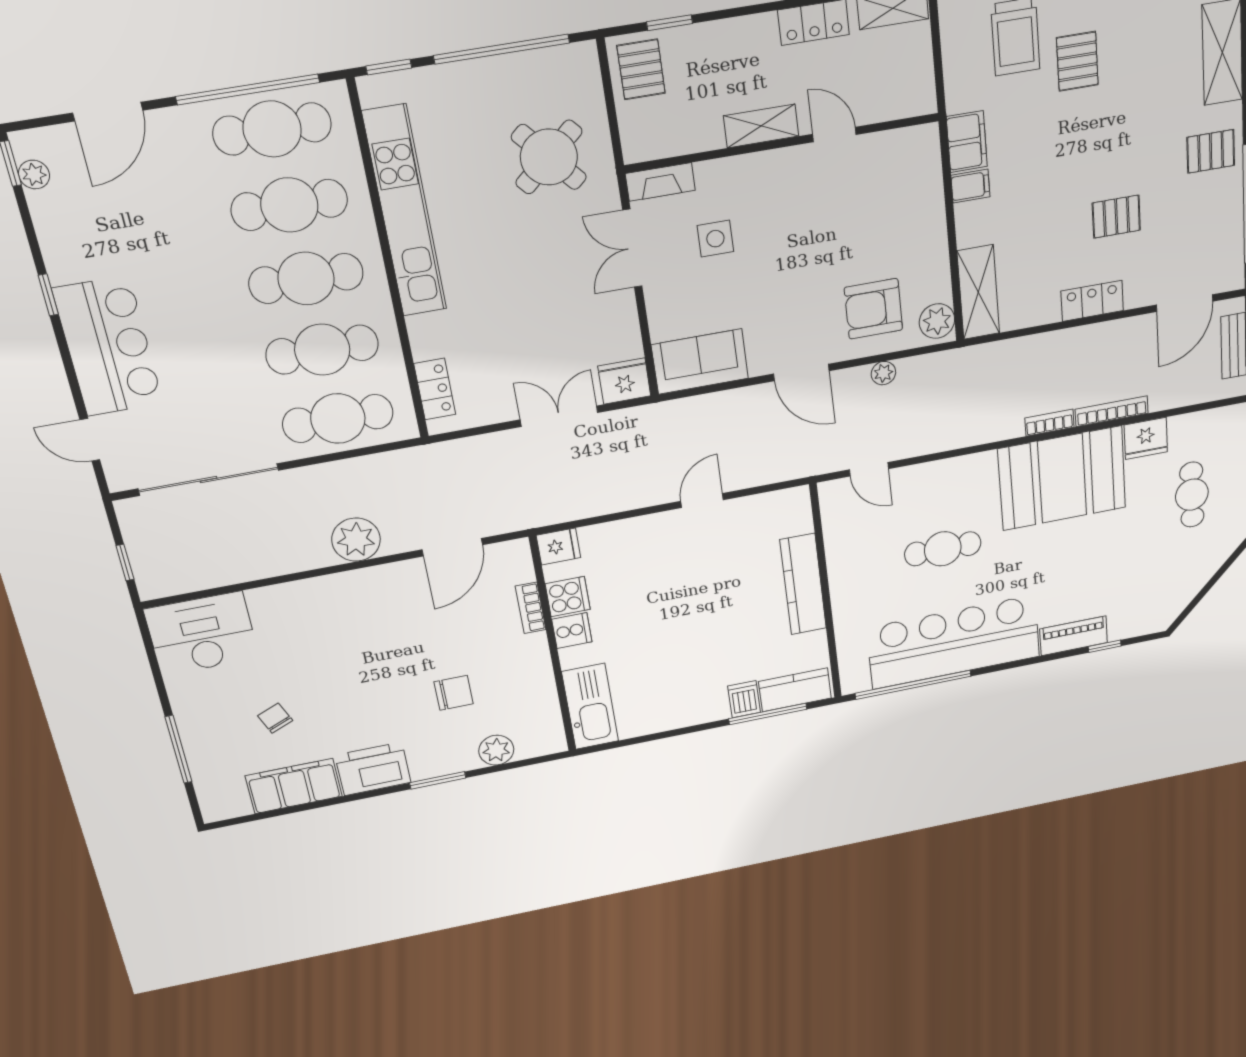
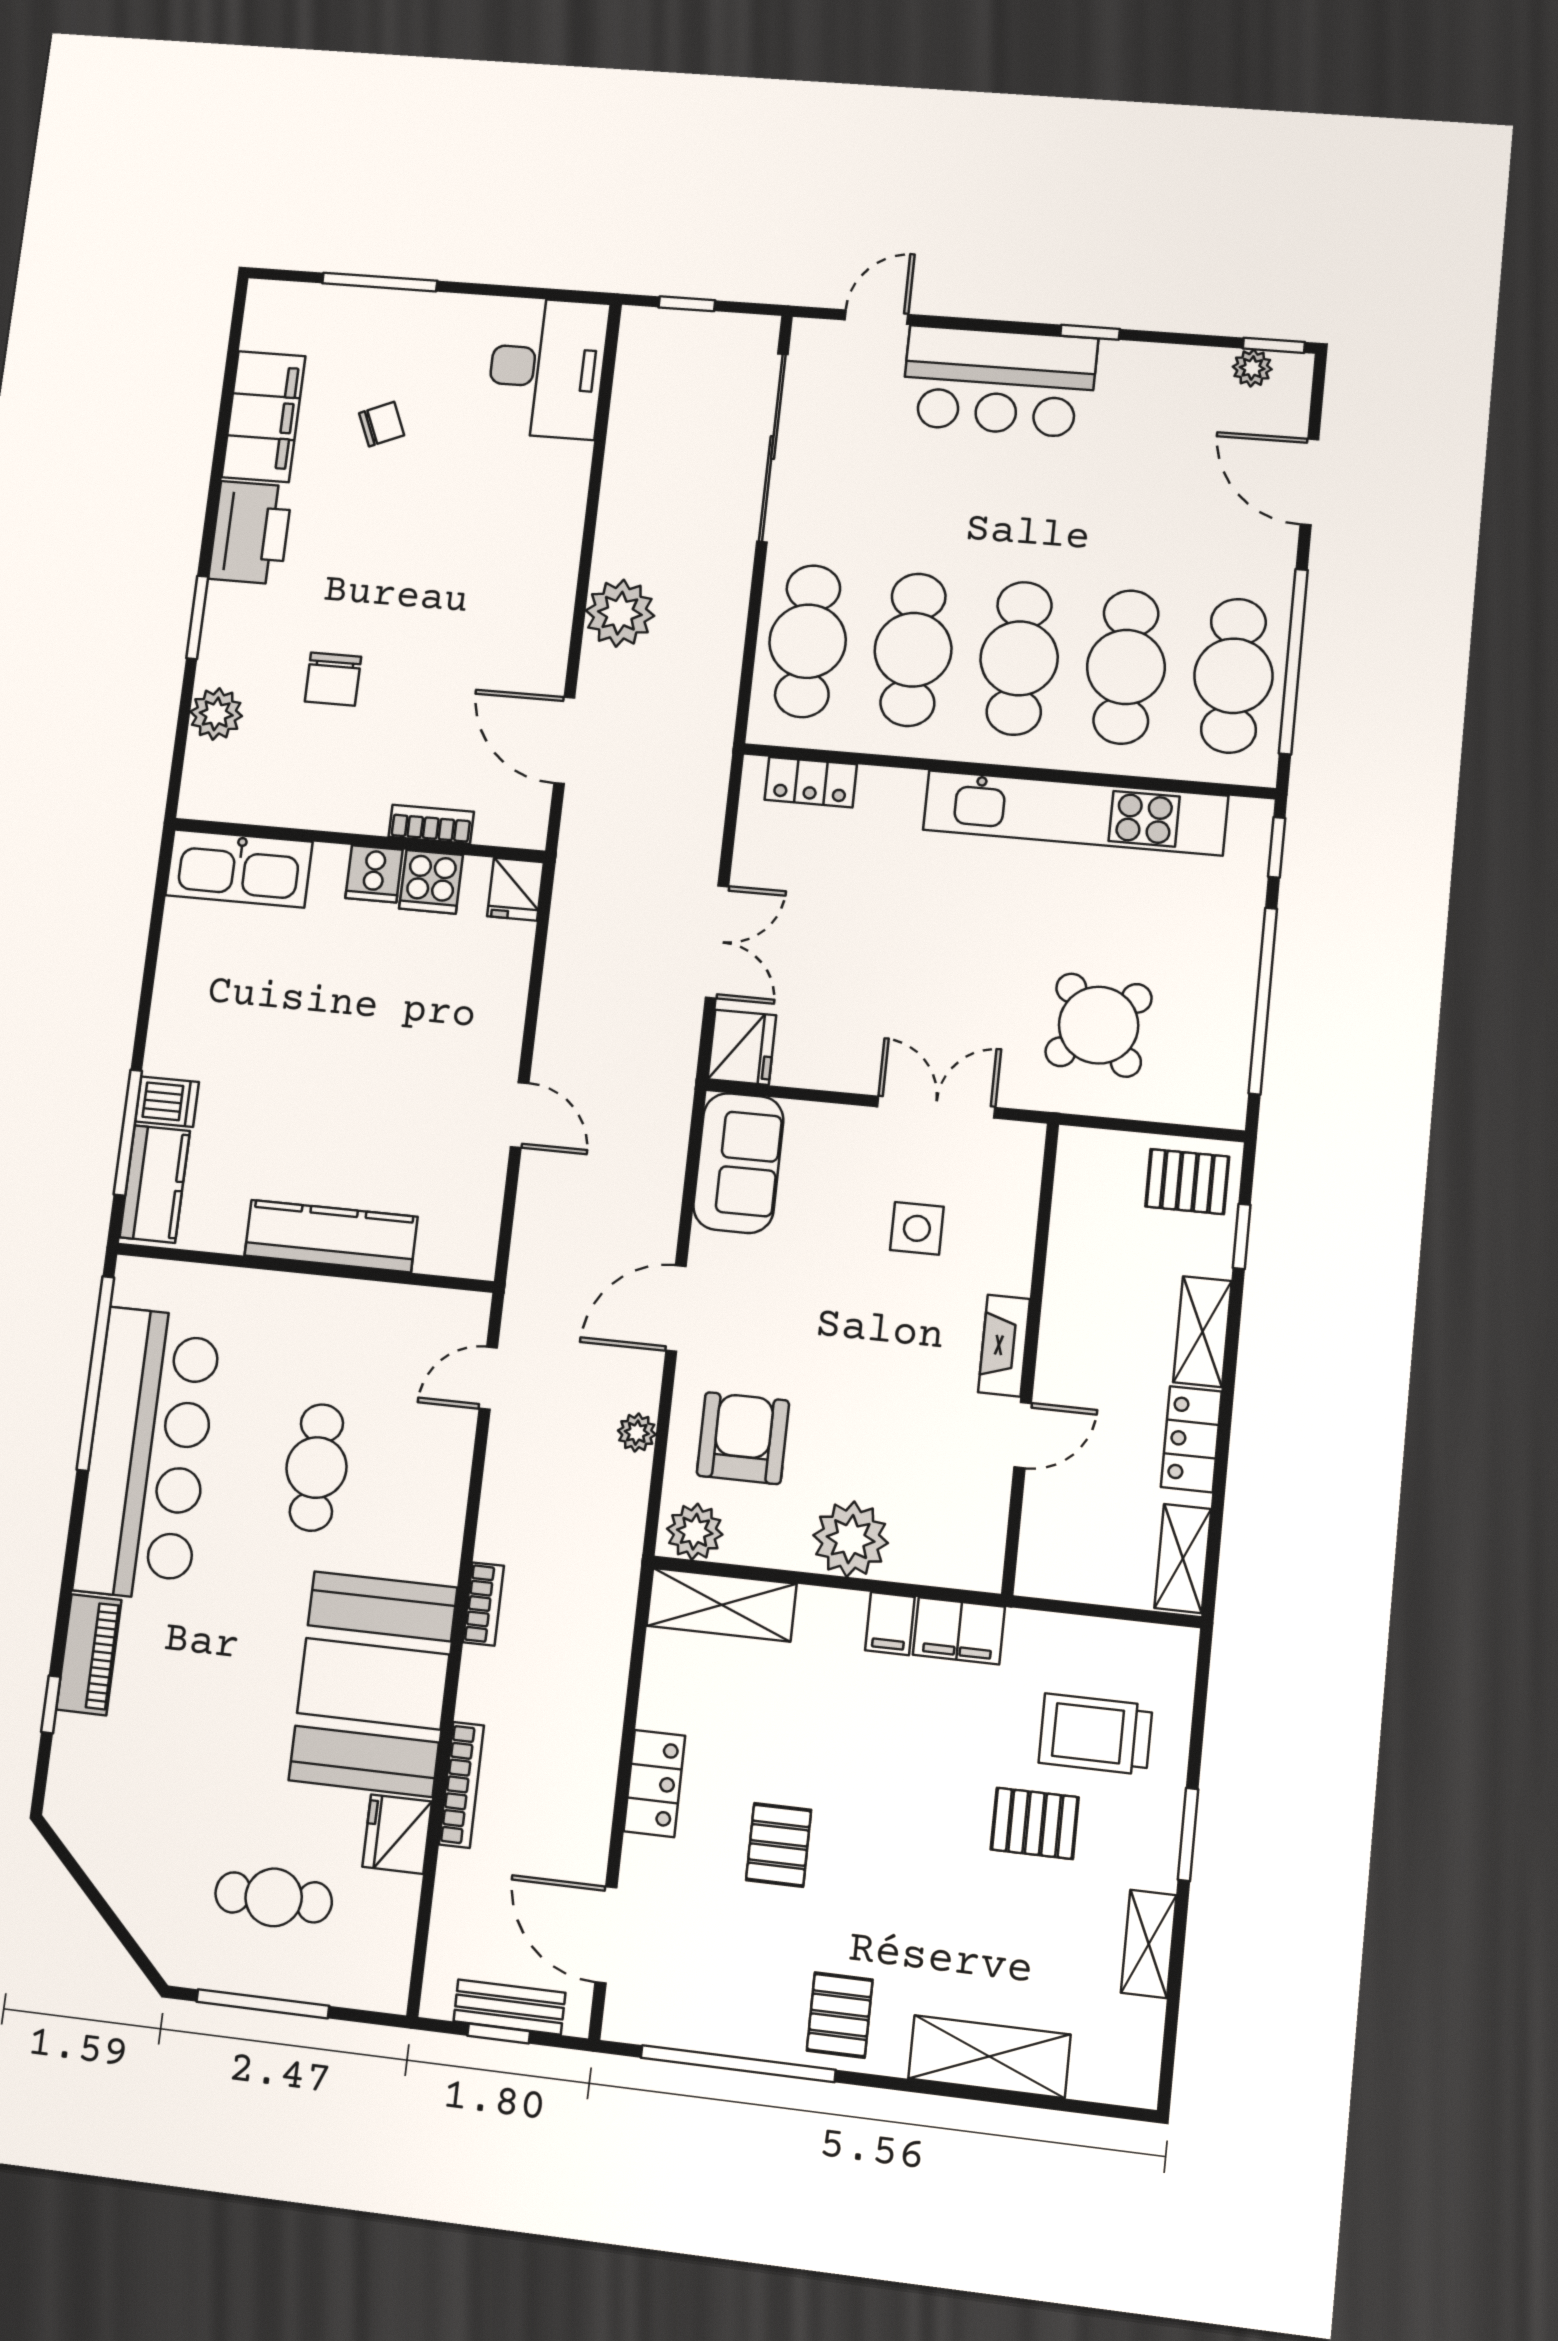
shelving: (761, 126) -> (1202, 1332), moved
fireplace: (660, 182) -> (1004, 1346), moved
plant: (923, 225) -> (851, 1539), added
bookcase: (1049, 423) -> (483, 1604), moved

